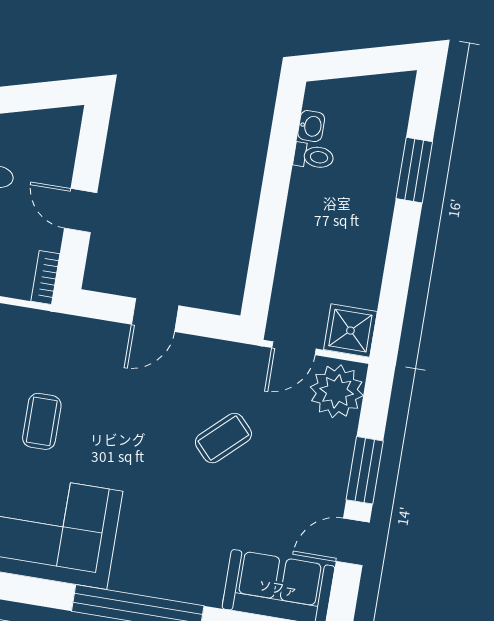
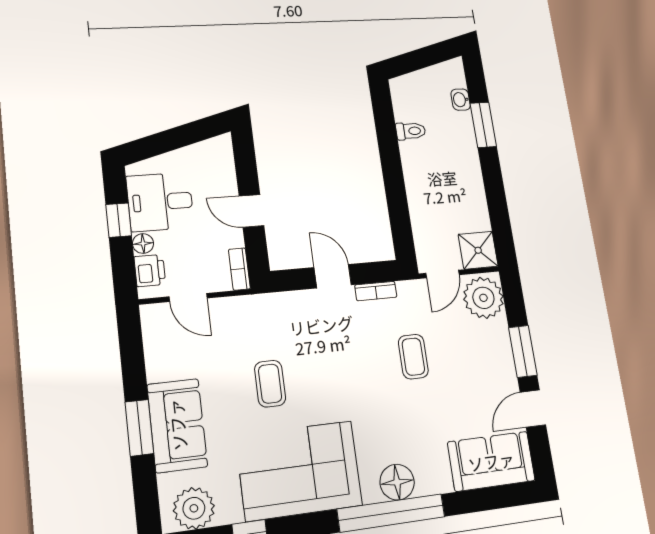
washbasin: (311, 126) -> (461, 100), moved, turned 180
door: (155, 315) -> (333, 276), swing flipped
bookcase: (203, 347) -> (376, 291), added
coffee table: (223, 438) -> (413, 357), turned -47
floor lamp: (156, 576) -> (397, 482), added

